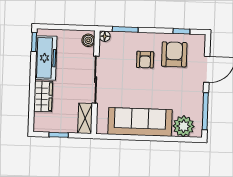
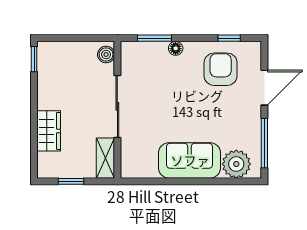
floor lamp: (105, 36) -> (176, 48), moved
freezer: (46, 58) -> (51, 80), removed
armchair: (145, 60) -> (182, 77), removed
sofa: (140, 122) -> (190, 160), width x0.73

